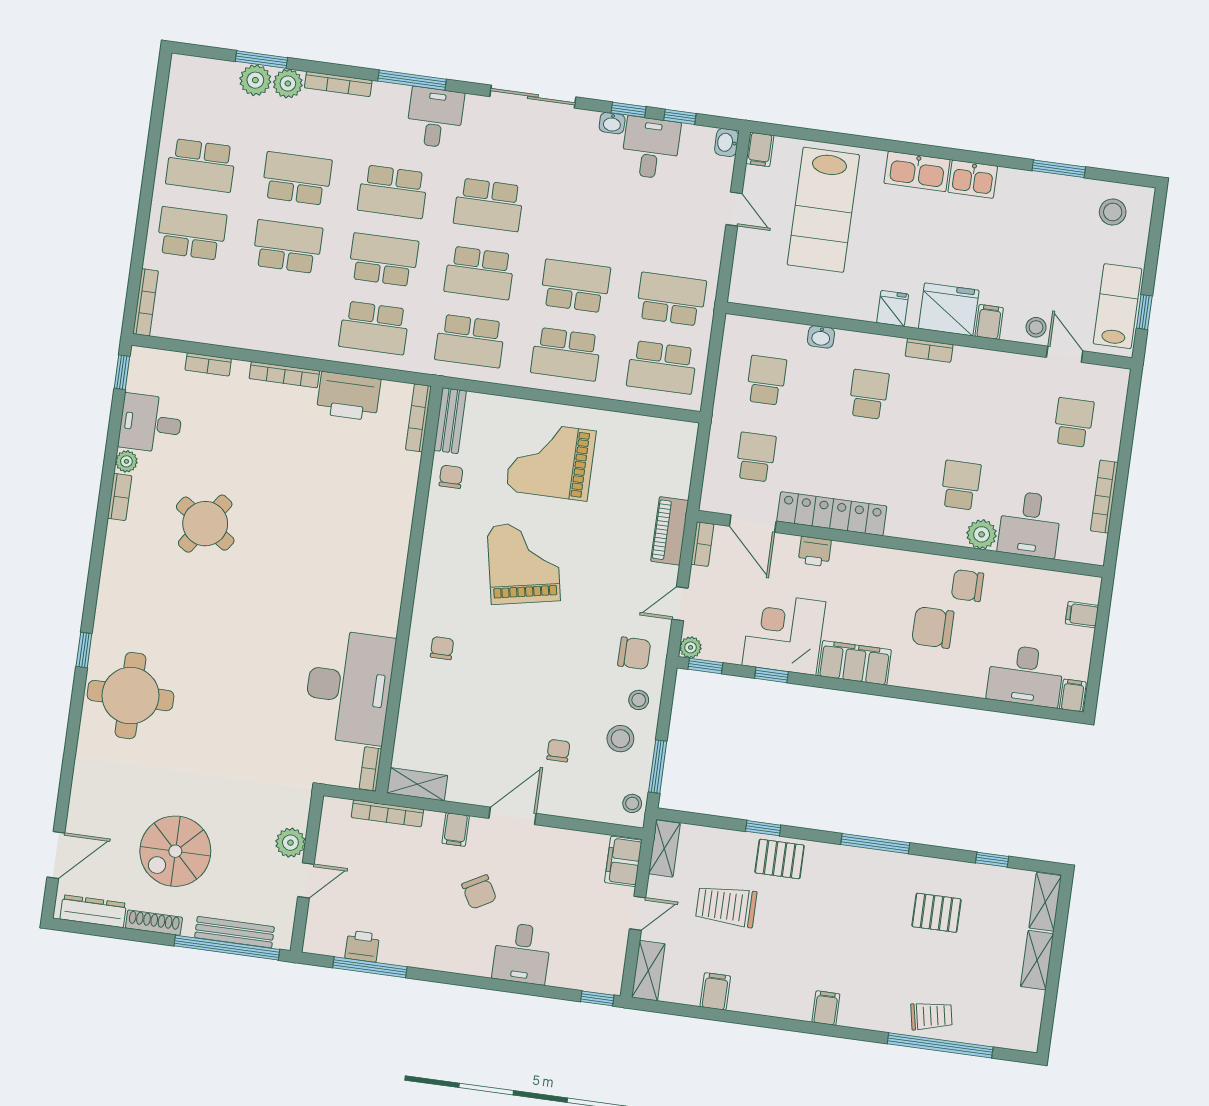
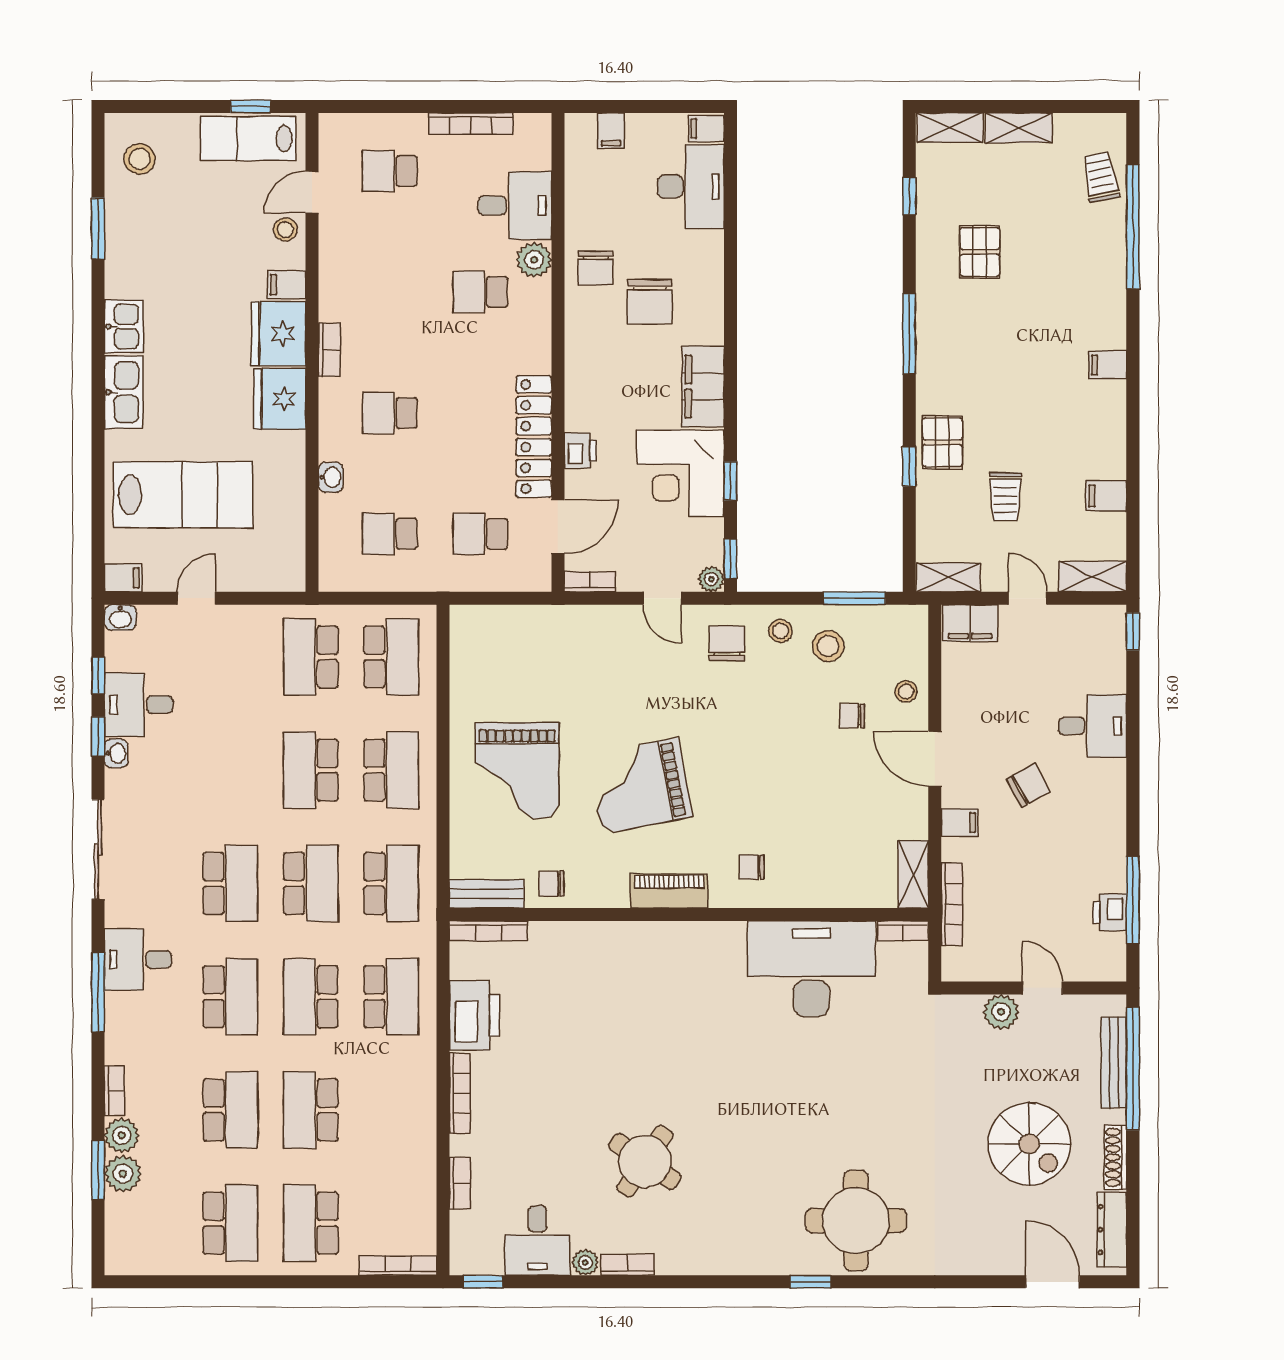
bookcase: (338, 84) -> (114, 1091), width x0.64
school desk: (297, 178) -> (230, 1110), turned 180
fridge: (893, 308) -> (280, 399), width x1.88, depth x1.34
piano: (670, 531) -> (669, 891), moved, turned 180
stool: (632, 803) -> (906, 691), moved
trolley: (726, 906) -> (1005, 497), width x0.73, depth x0.72
trolley: (931, 1016) -> (1101, 177), moved

